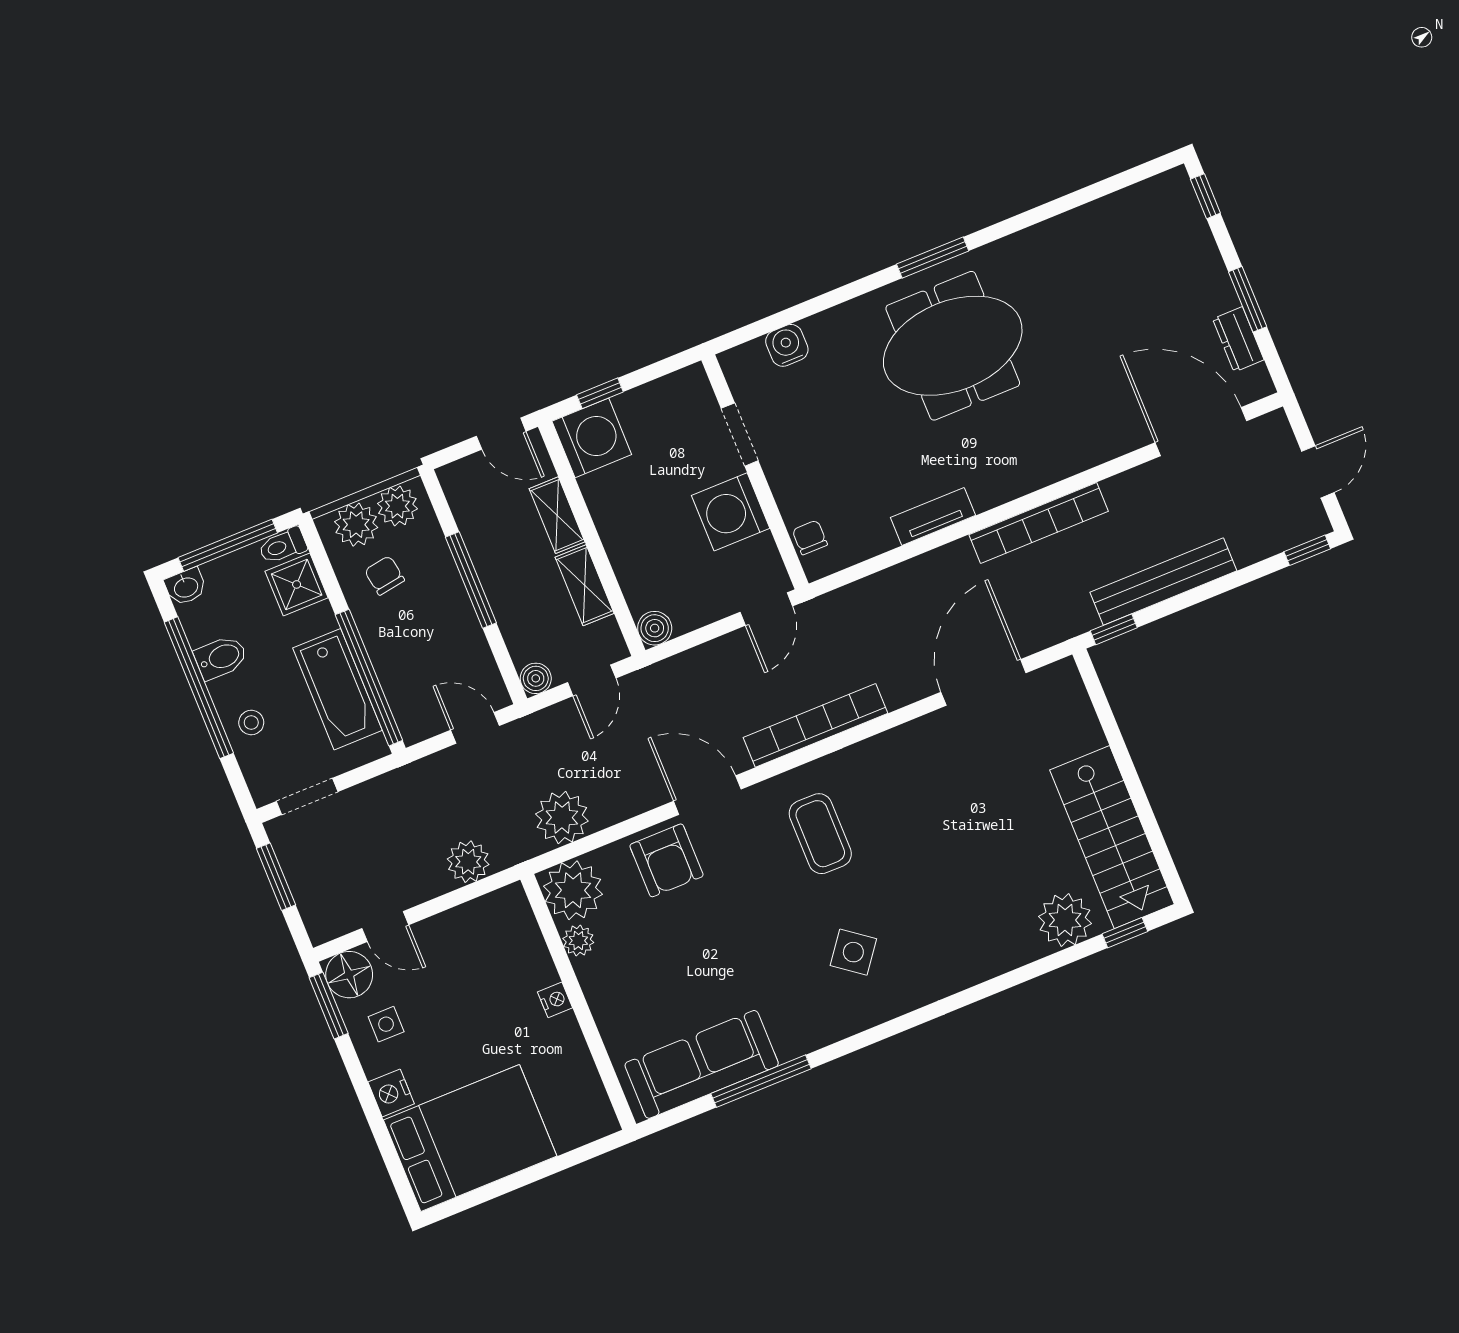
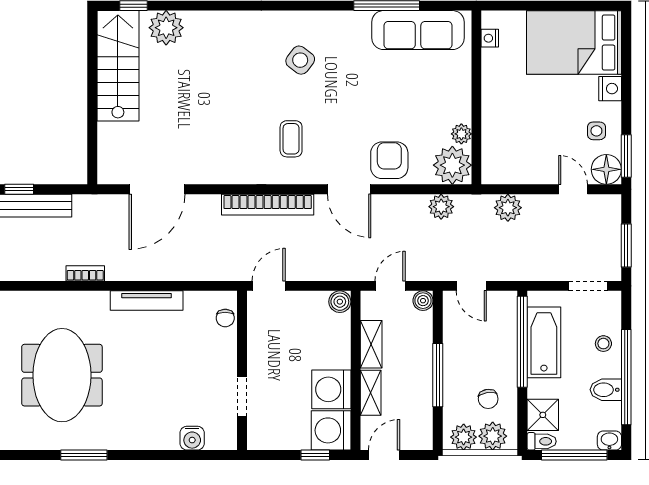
meeting table: (953, 346) -> (62, 375), moved, turned 90
door: (501, 434) -> (384, 455), hinge flipped
washing machine: (731, 512) -> (331, 389), moved, turned 180
tv unit: (933, 516) -> (147, 301), width x1.41
bookcase: (1039, 523) -> (85, 273), width x0.43, depth x0.76
window: (1114, 629) -> (19, 189), moved
plant: (562, 817) -> (441, 207), width x0.73, depth x0.73
coffee table: (820, 834) -> (291, 139), width x0.73, depth x0.77
nightstand: (555, 1000) -> (490, 38), moved

